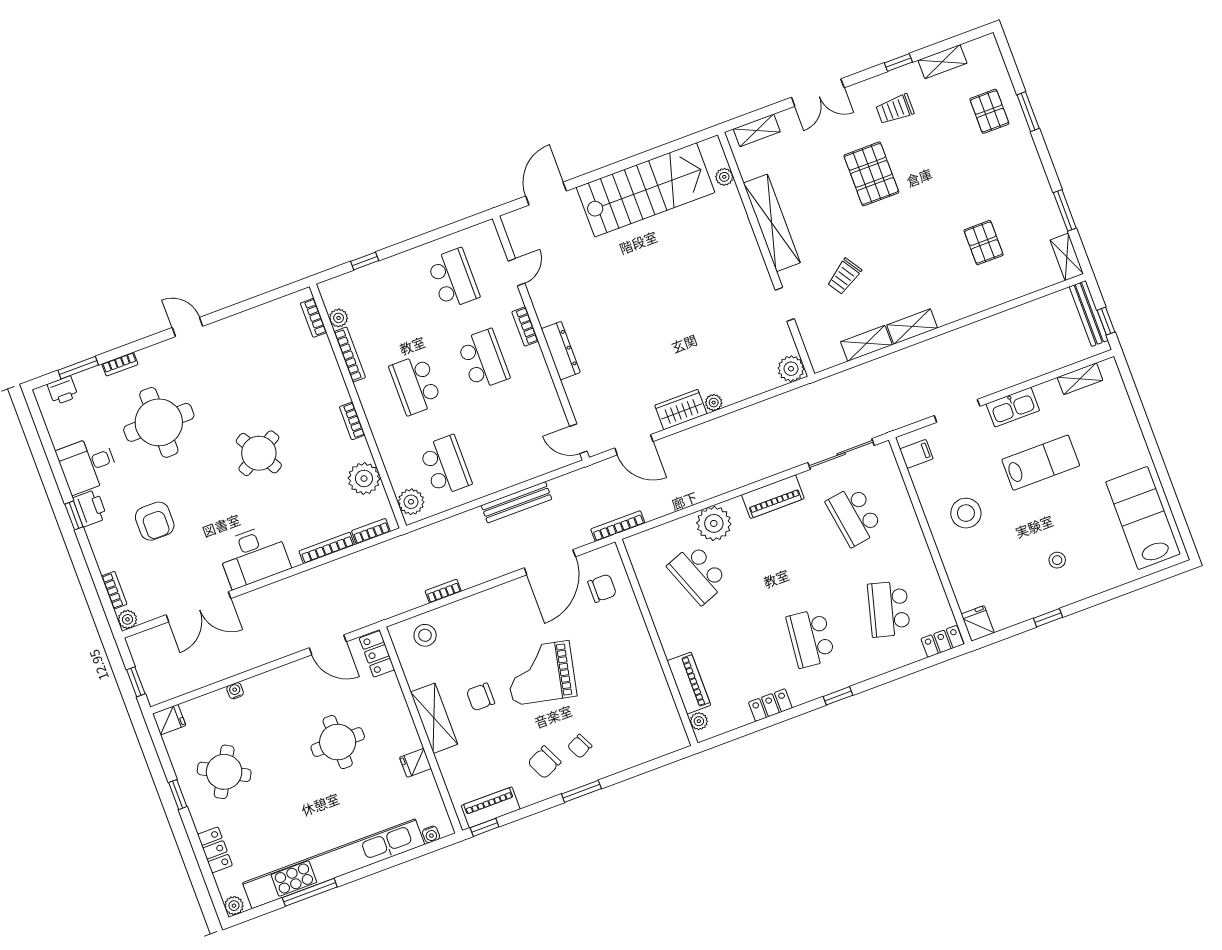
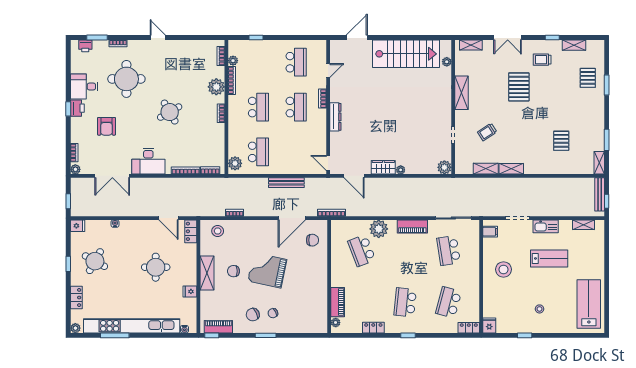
shelving: (772, 223) -> (462, 93), width x0.68
school desk: (415, 385) -> (258, 107), turned 180
plant: (364, 478) -> (216, 87), moved

